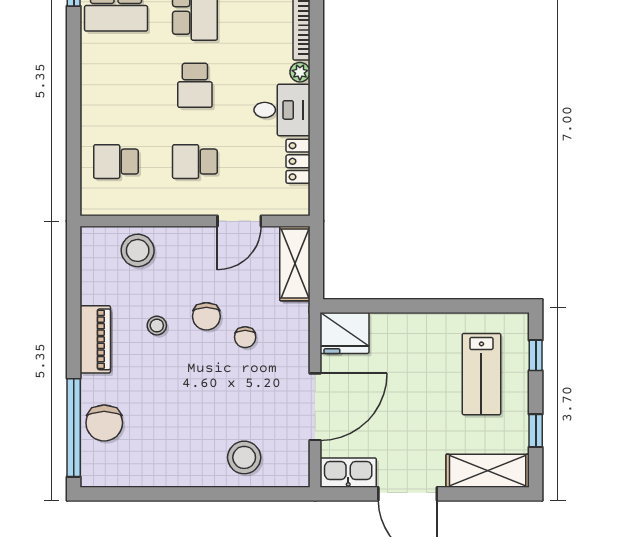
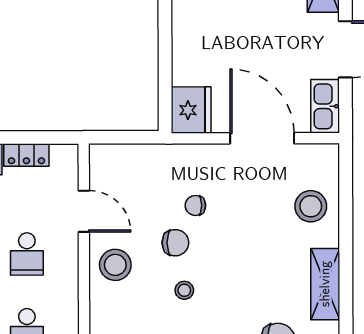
stool: (138, 250) -> (115, 265), moved
shelving: (295, 264) -> (325, 284), moved, turned 90
chair: (245, 337) -> (195, 205), turned 180

